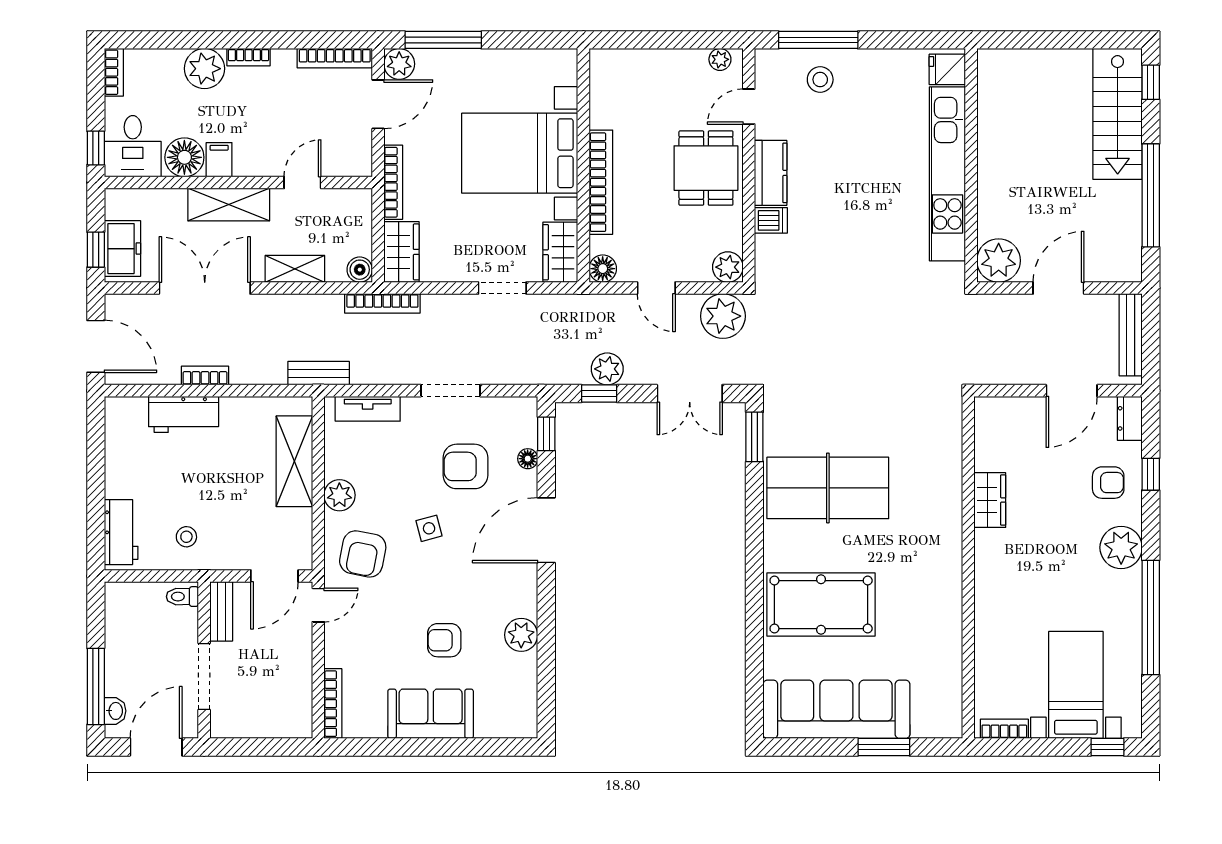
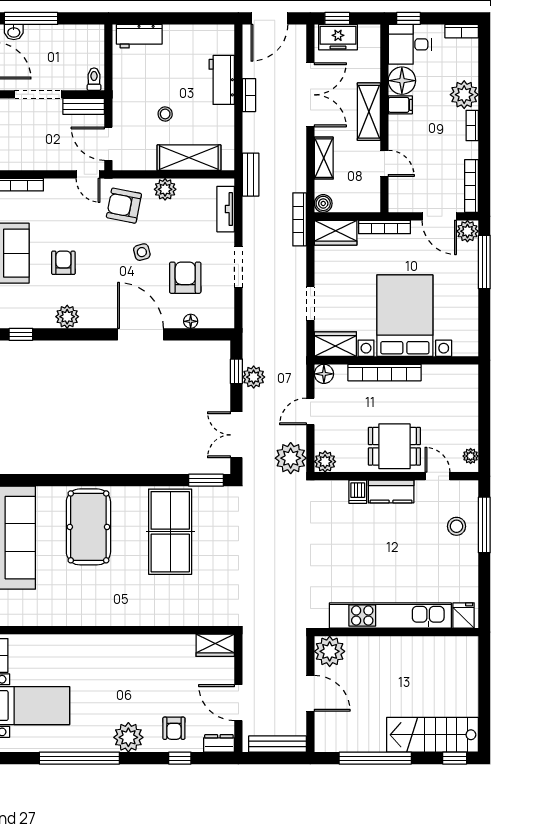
window: (546, 434) -> (21, 334), moved
wardrobe: (990, 500) -> (215, 645), moved
stool: (186, 537) -> (165, 114), moved

